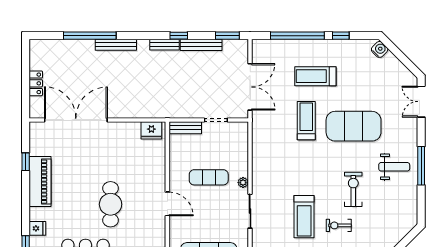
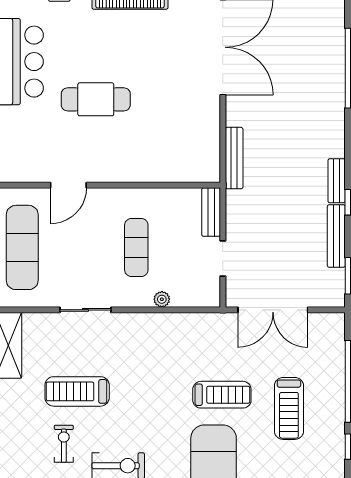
bench: (116, 45) -> (234, 158), moved
treadmill: (315, 76) -> (289, 408), turned 180
fridge: (151, 130) -> (207, 161), removed
plant: (243, 183) -> (162, 299), moved
door: (167, 204) -> (68, 185), moved

